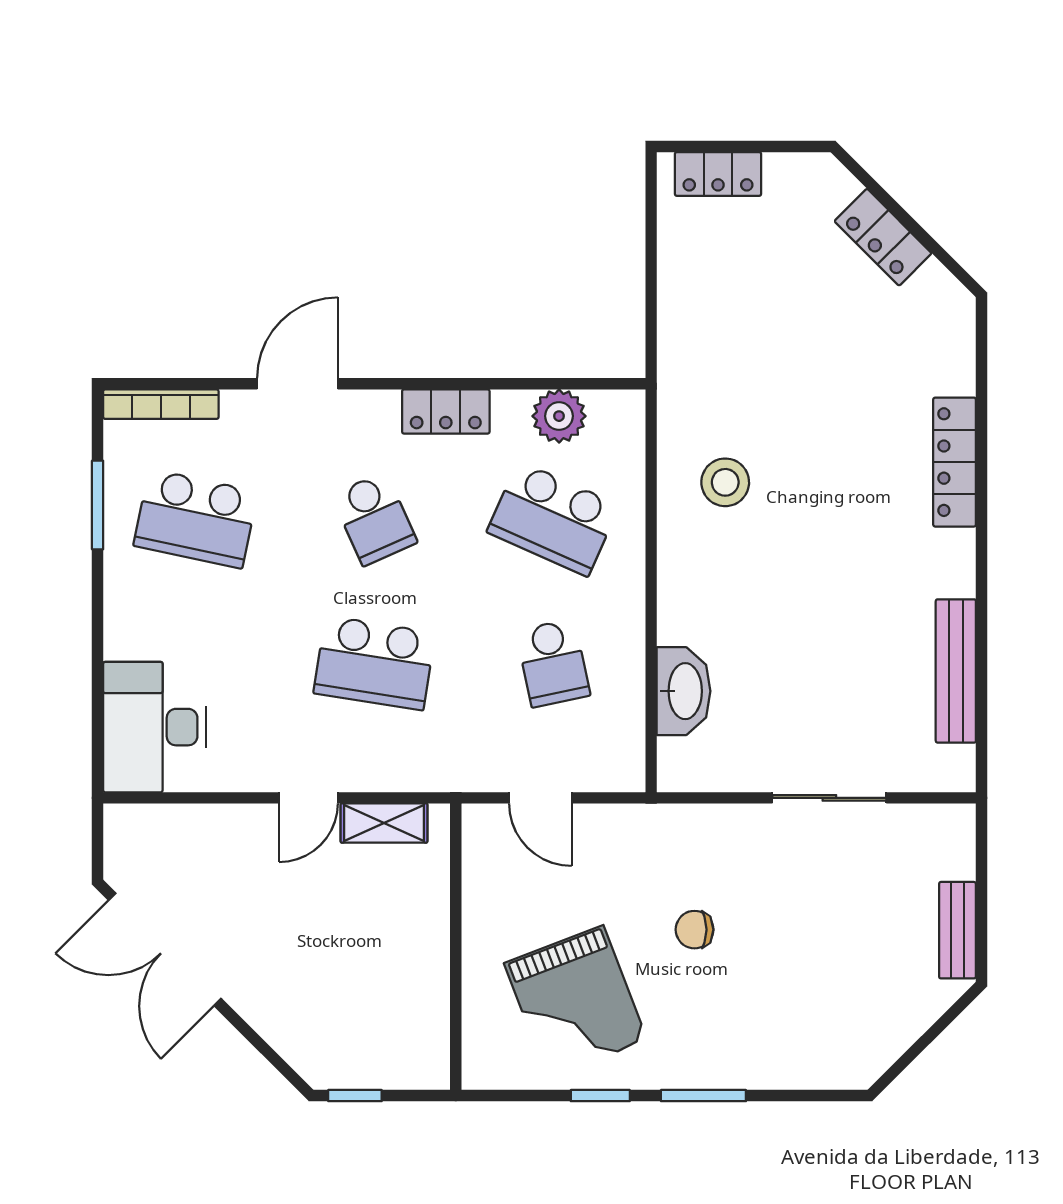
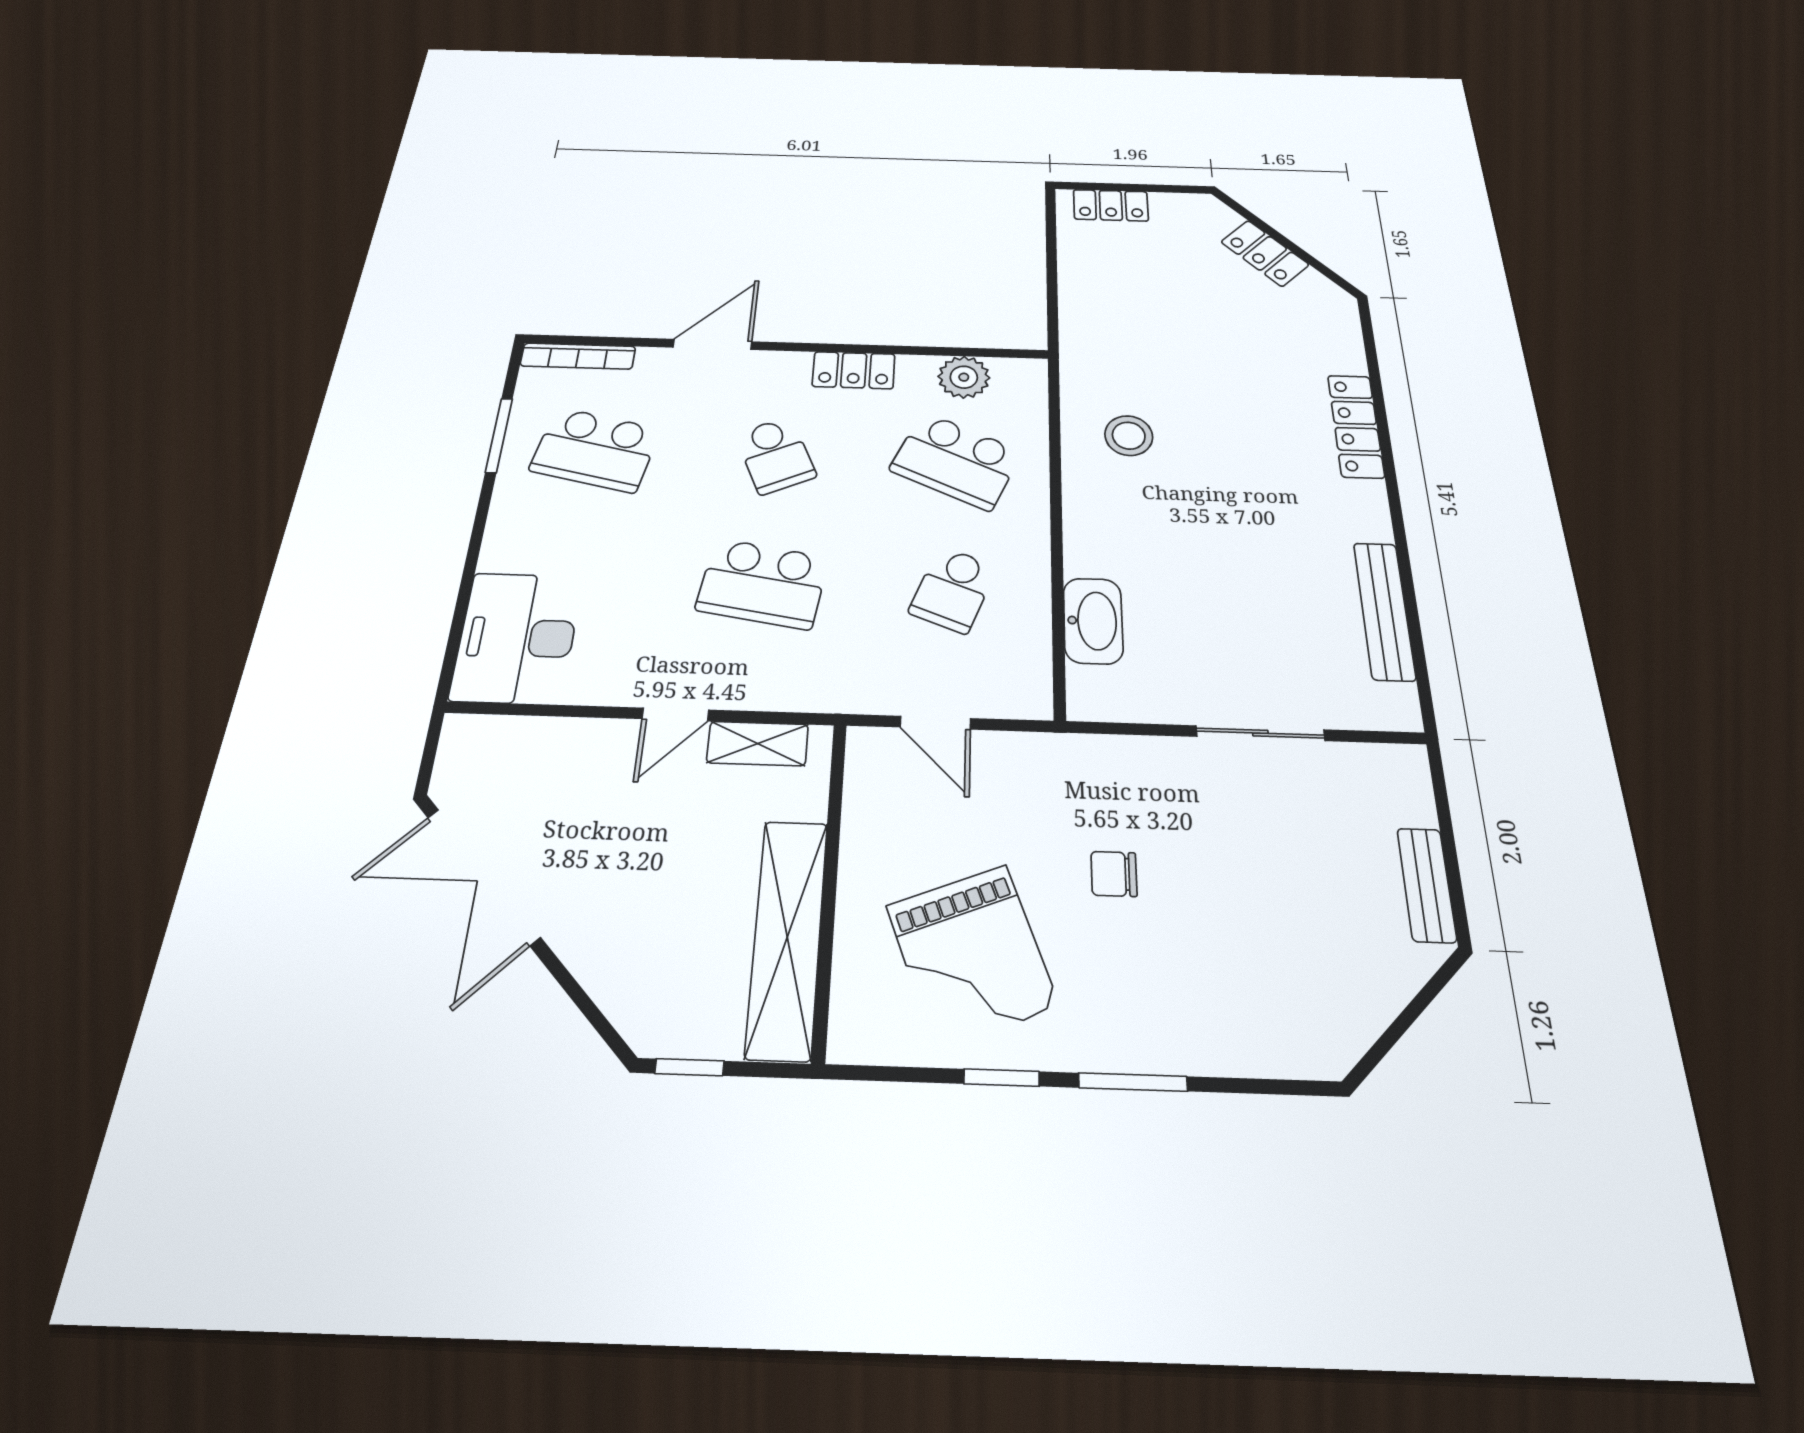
school desk: (553, 663) -> (953, 590), turned 33
shelving: (424, 992) -> (787, 937), added

